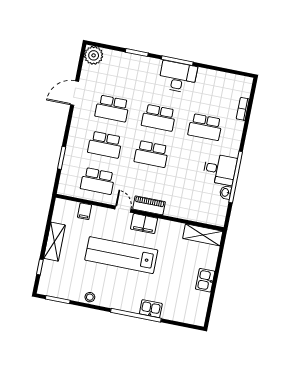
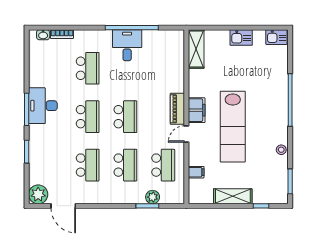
door: (75, 93) -> (63, 206), moved
plant: (69, 165) -> (153, 197), added
washbasin: (225, 192) -> (43, 35), moved
kitchen sink: (151, 309) -> (276, 37), moved, turned -90

